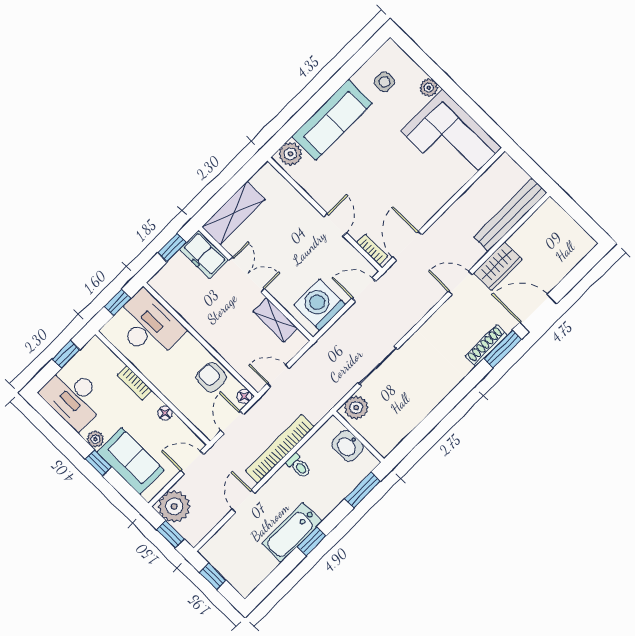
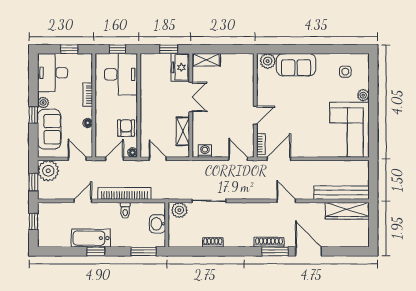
sofa: (332, 120) -> (296, 65), width x0.73
shelving: (233, 213) -> (206, 60), width x0.67, depth x0.75
wardrobe: (498, 266) -> (347, 211), moved, width x1.50
washing machine: (320, 305) -> (205, 151), width x0.53, depth x0.53
shoe rack: (426, 406) -> (213, 242), added

